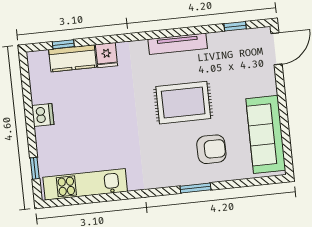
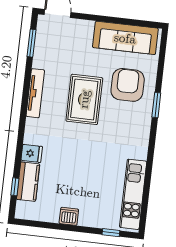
window: (235, 26) -> (32, 43), width x1.50
armchair: (211, 149) -> (128, 85), width x1.36, depth x1.36

